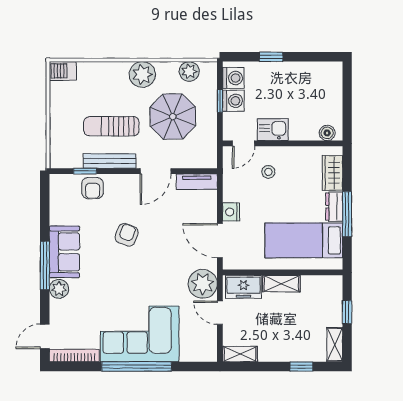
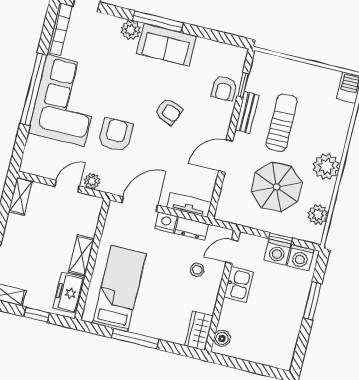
window: (271, 57) -> (312, 301), width x1.50
door: (243, 143) -> (232, 252), hinge flipped
bench: (110, 161) -> (247, 112), width x0.73
door: (155, 171) -> (226, 156), hinge flipped
wardrobe: (332, 173) -> (199, 331), moved, turned -90
tv unit: (197, 182) -> (189, 205), moved, turned 90
armchair: (93, 188) -> (224, 89), turned -90
dresser: (334, 207) -> (192, 229), moved, turned 180
armchair: (160, 279) -> (116, 135), added
plant: (203, 284) -> (92, 181), width x0.53, depth x0.53
freezer: (243, 287) -> (69, 293), moved

